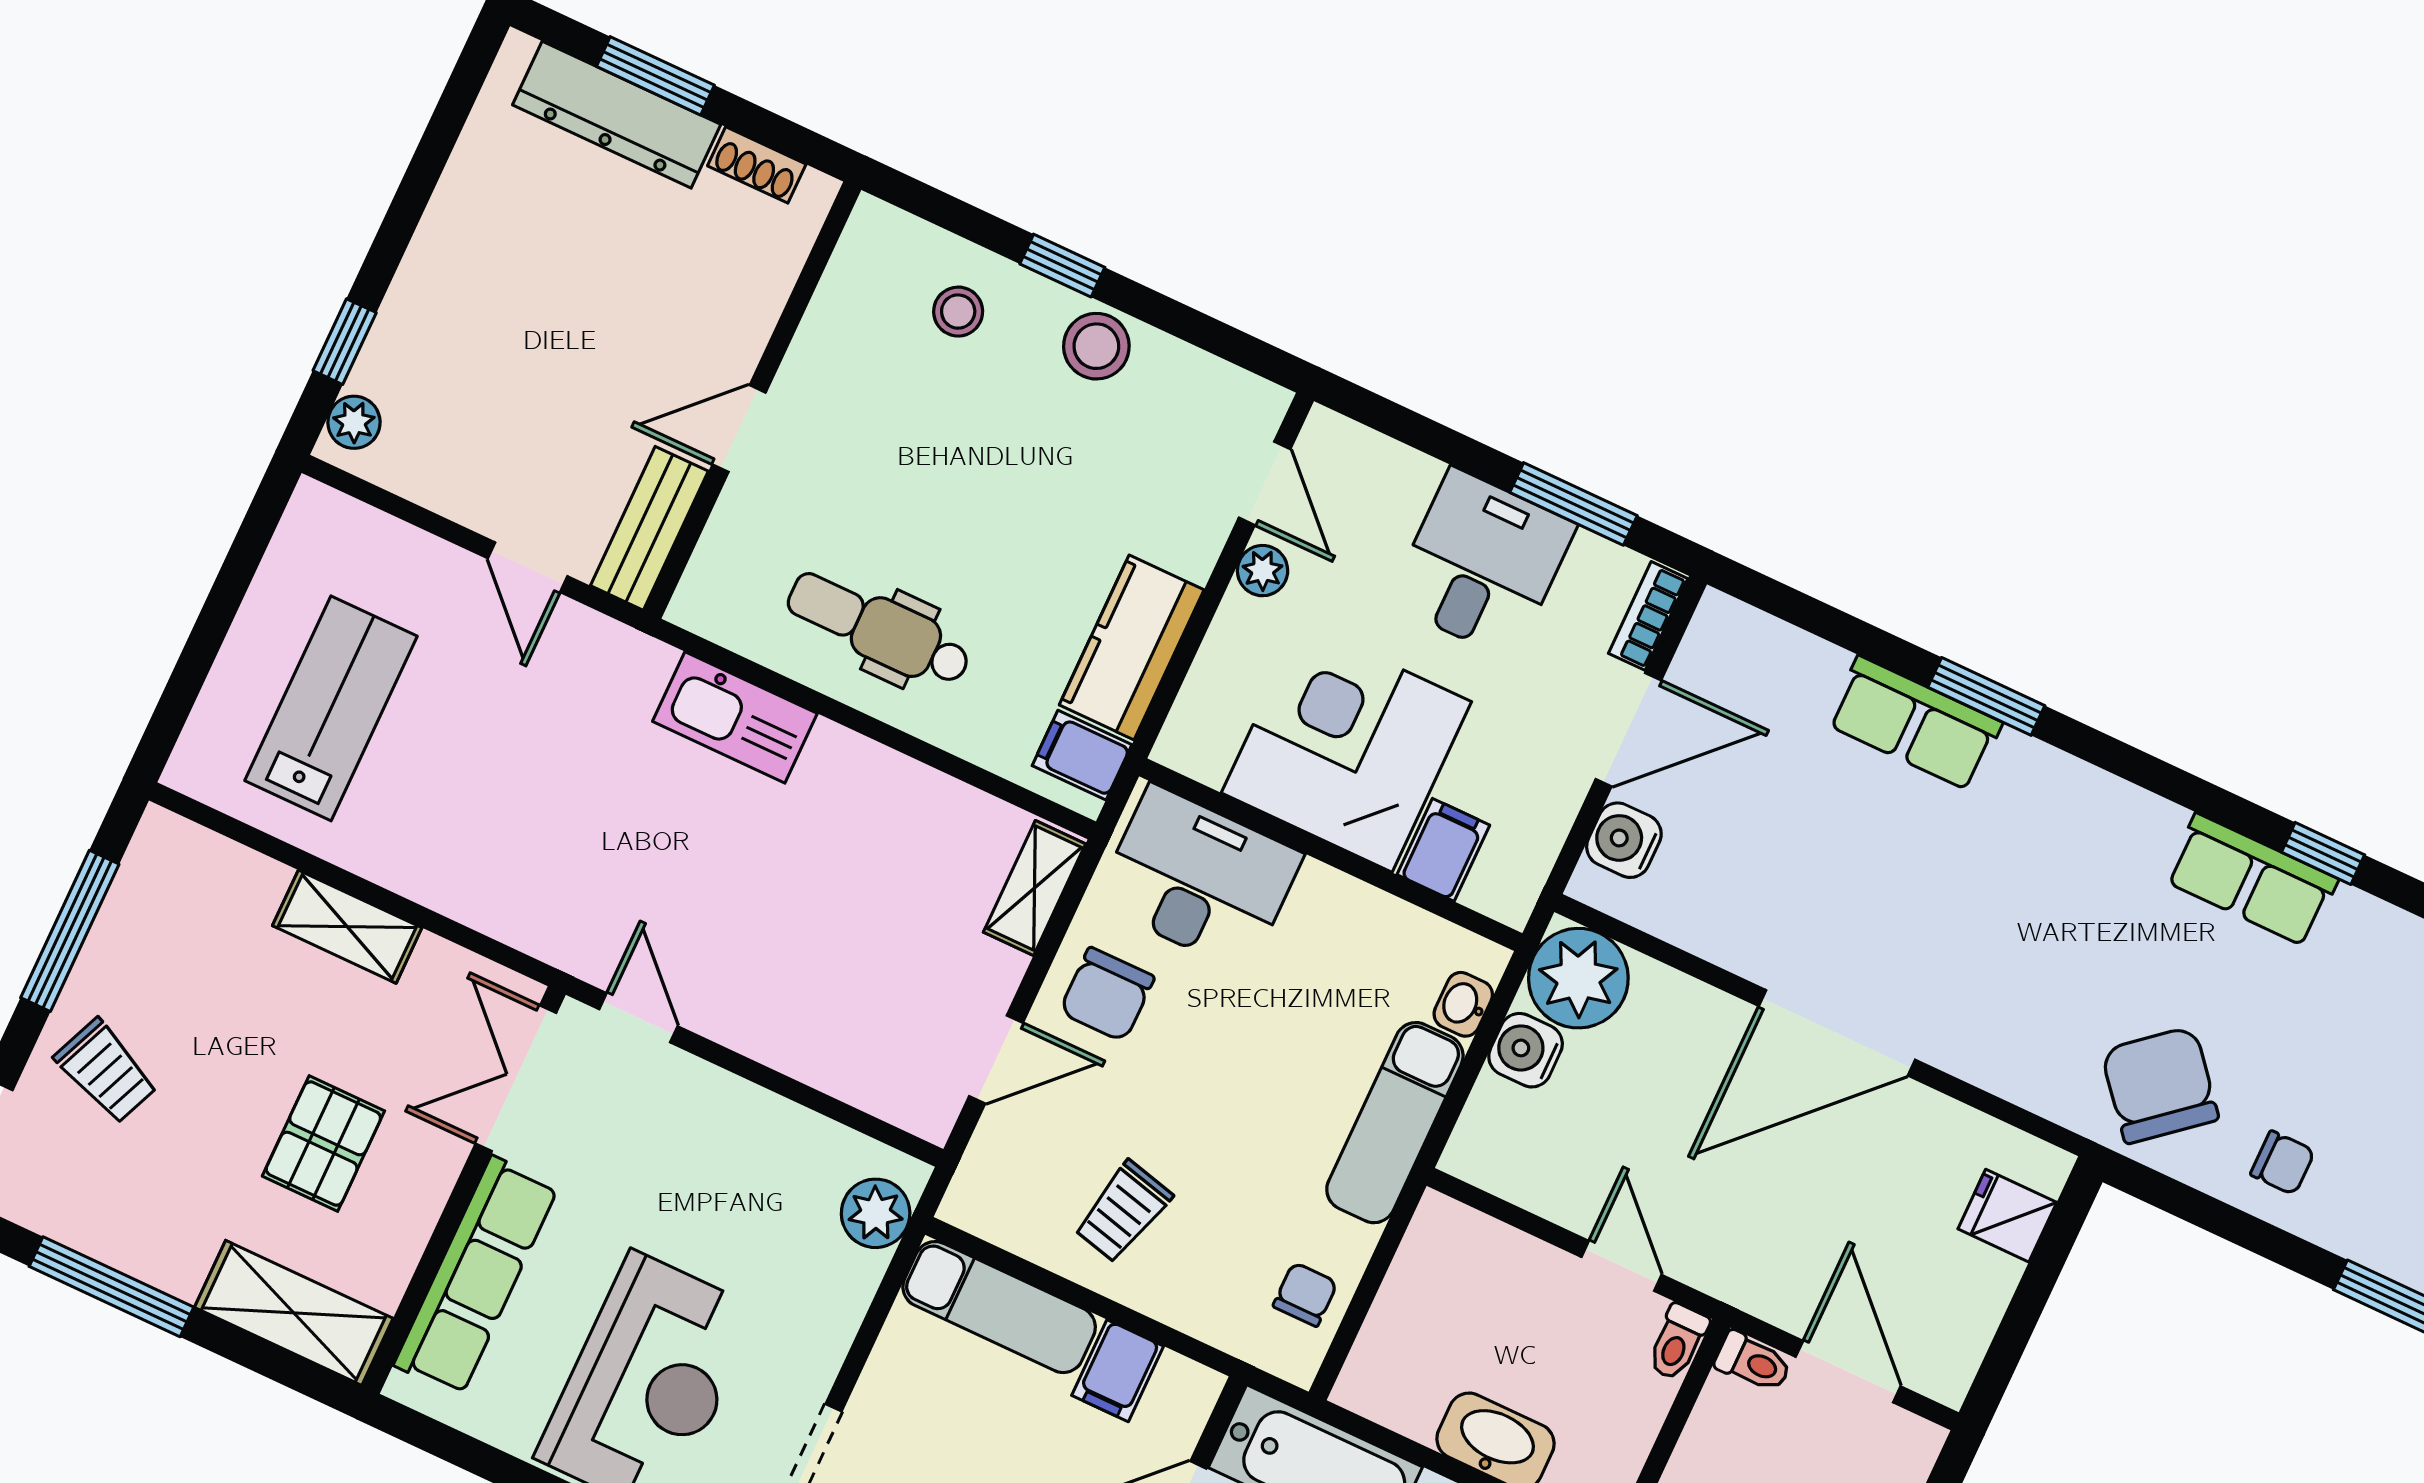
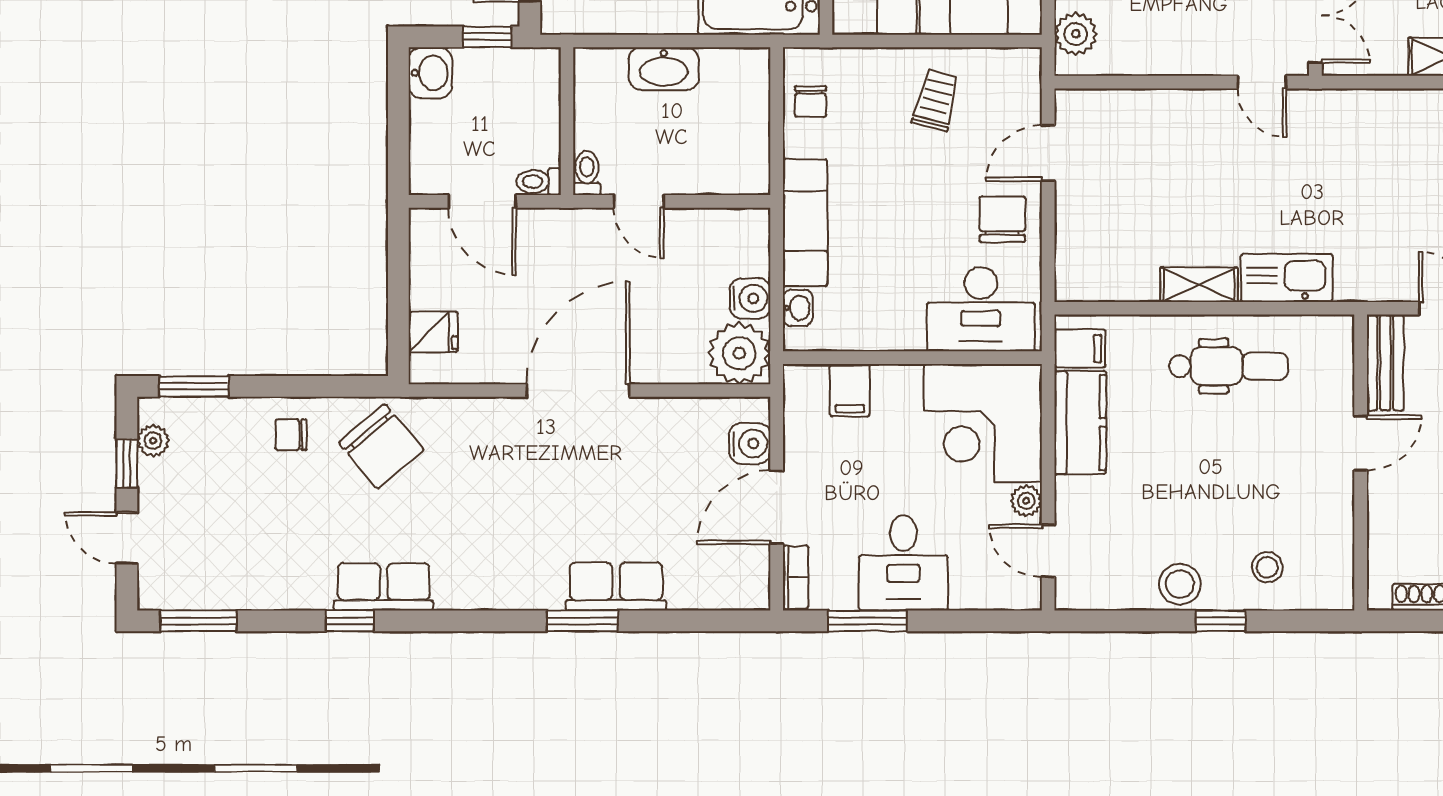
corner desk: (1346, 747) -> (983, 423), moved, turned 90
shelving: (1034, 888) -> (1199, 285), moved, turned 90

